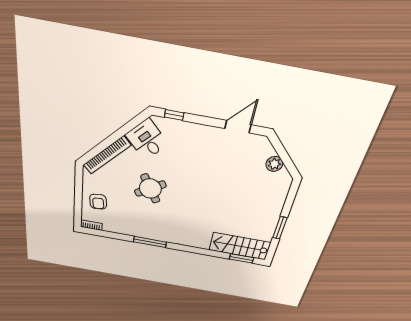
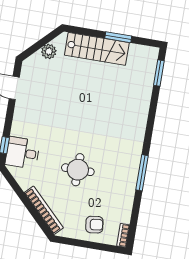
desk: (147, 140) -> (23, 153), moved, turned 45
round table: (150, 189) -> (78, 170), turned 31
stairs: (240, 246) -> (97, 49), moved, turned -90

